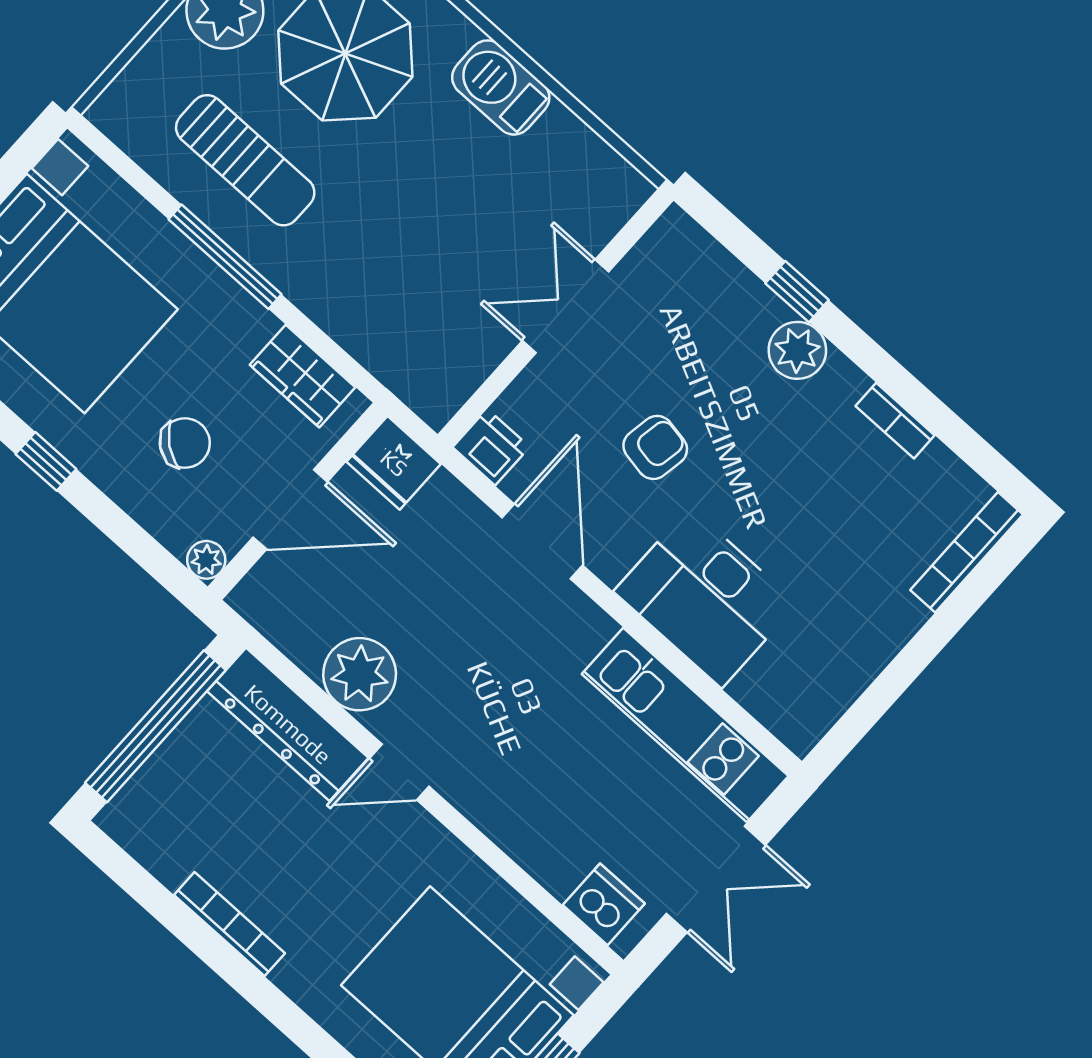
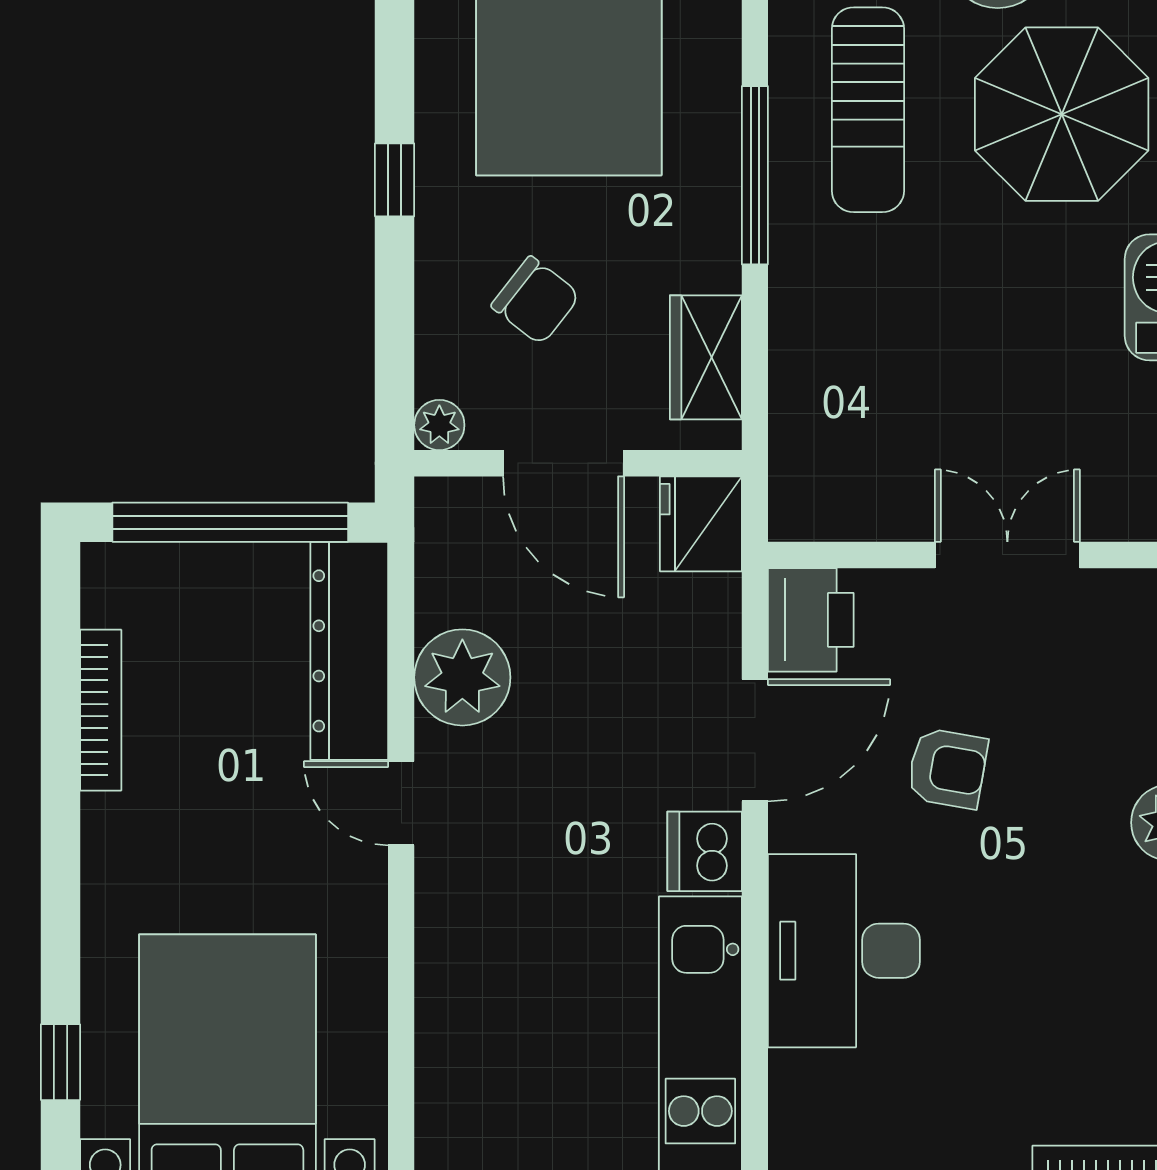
printer: (491, 447) -> (811, 620), width x1.36, depth x1.24
dishwasher: (604, 904) -> (705, 851), moved, turned 180
bookcase: (229, 924) -> (101, 710), moved

